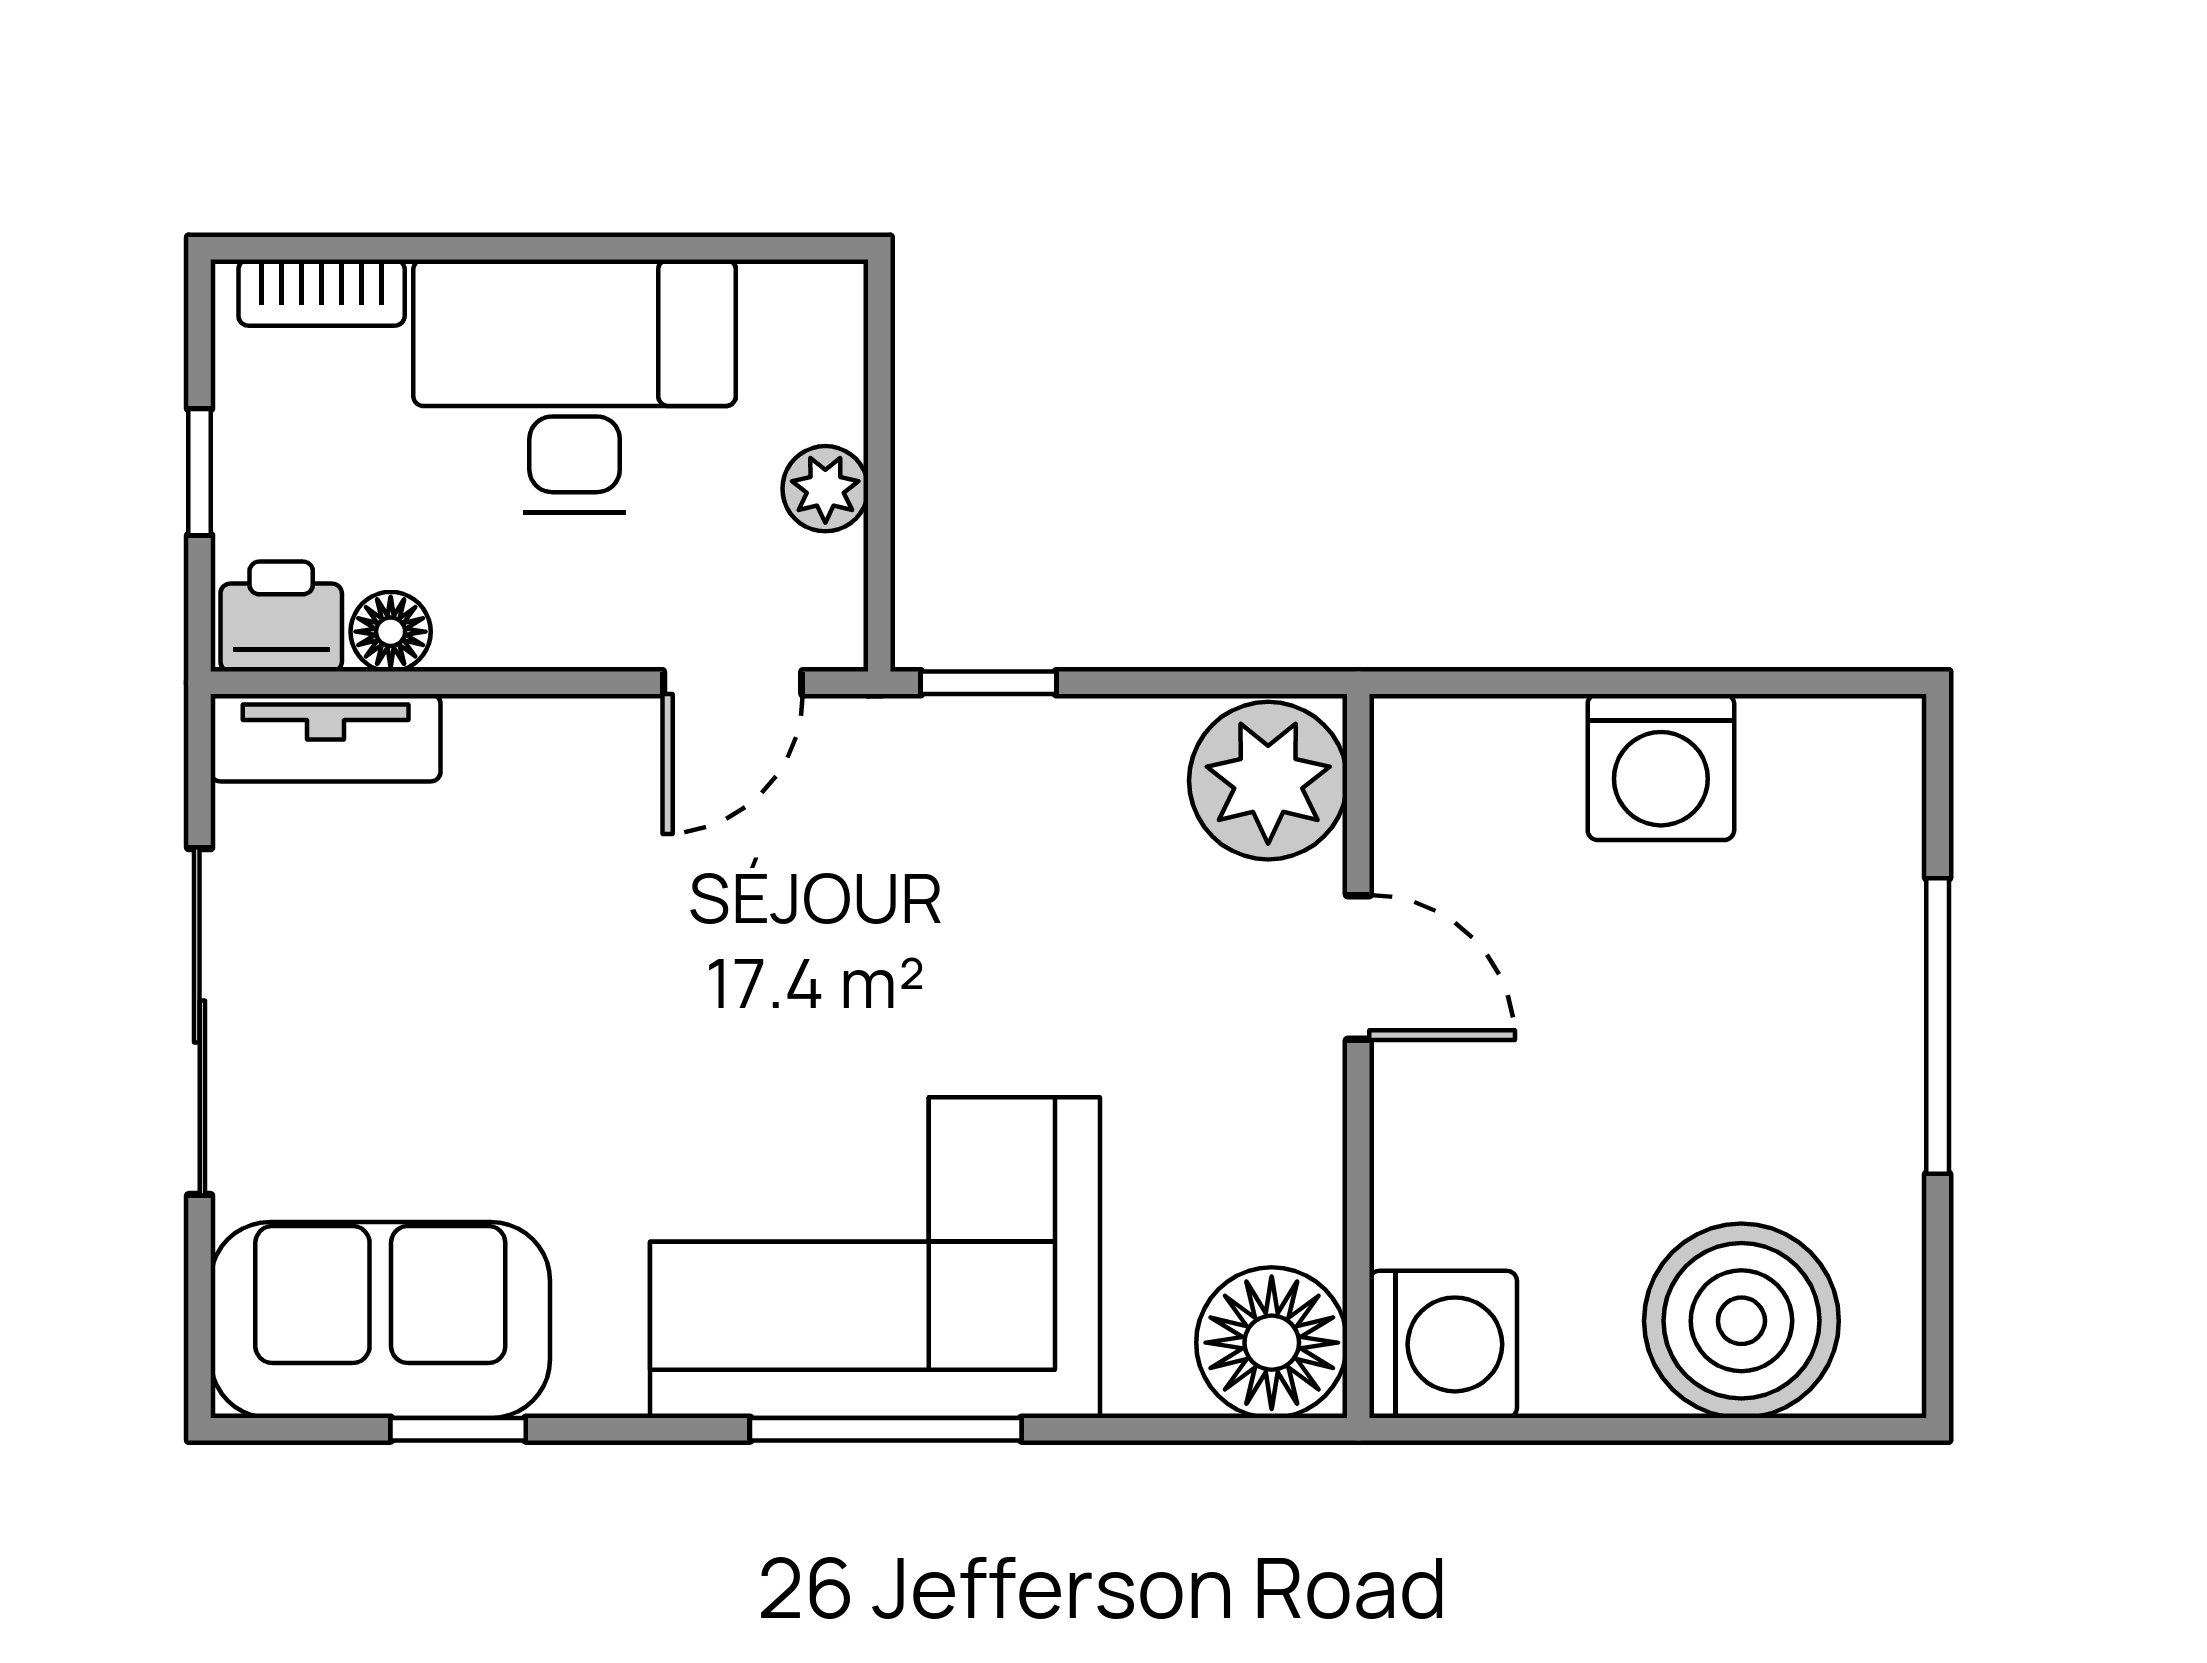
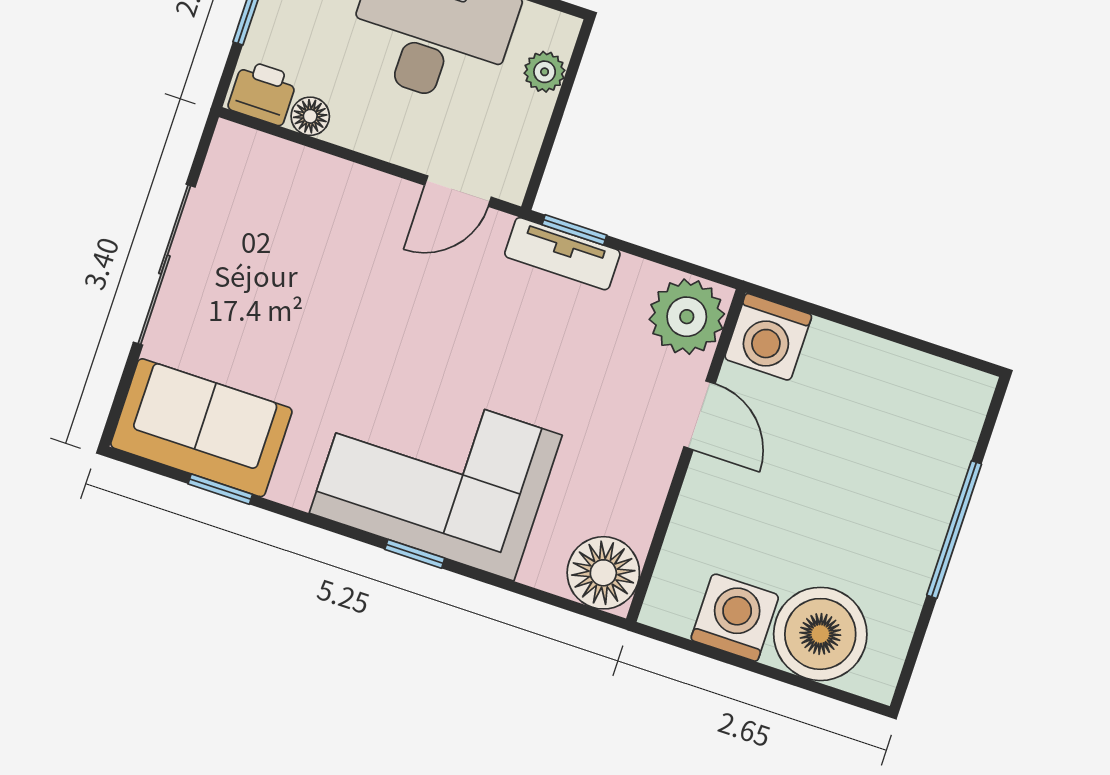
plant: (825, 489) -> (545, 72), moved
tv unit: (326, 738) -> (562, 254), moved
washing machine: (1661, 767) -> (768, 337), moved
washing machine: (1443, 1344) -> (735, 617), moved, turned -90
window: (886, 1429) -> (415, 554), width x0.46

